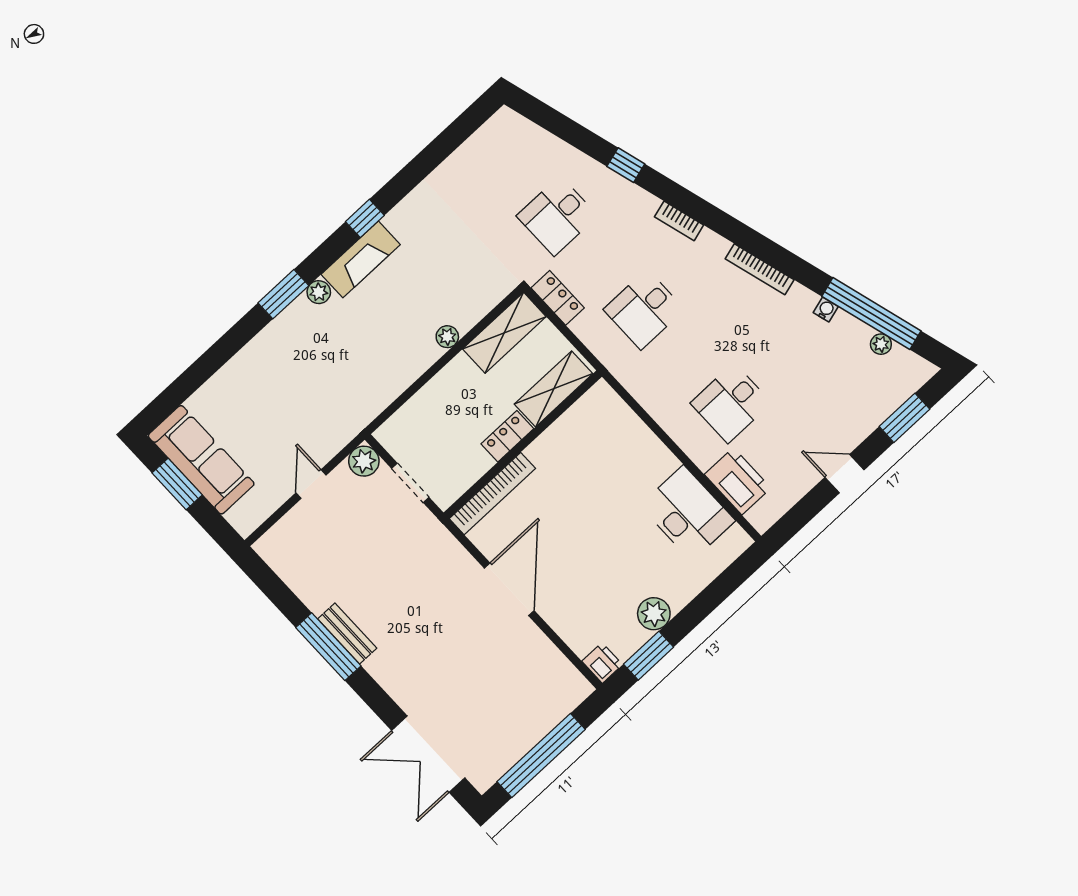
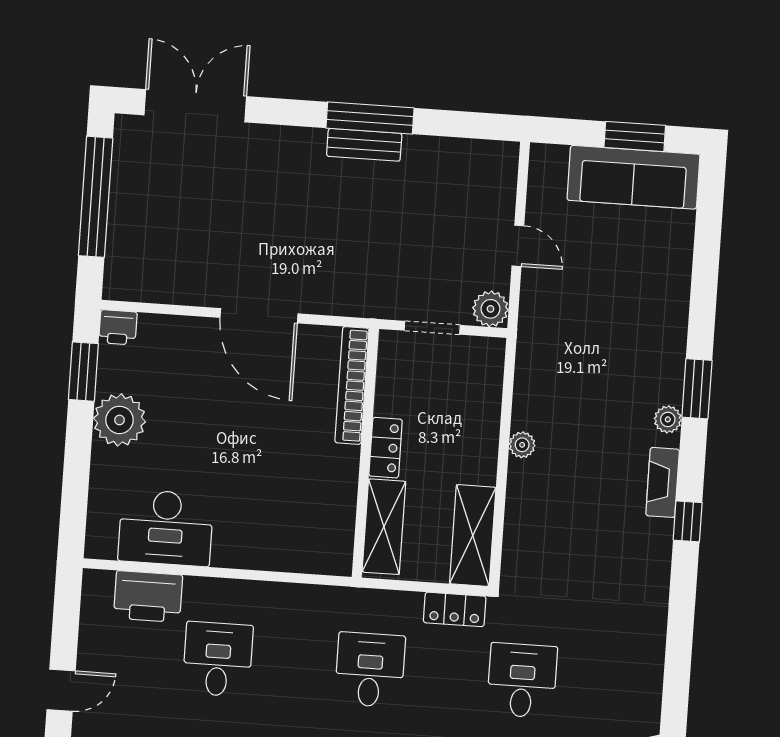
fireplace: (361, 259) -> (663, 482), width x0.73, depth x0.76
plant: (447, 337) -> (522, 445), moved
plant: (654, 614) -> (119, 420), width x1.36, depth x1.36

